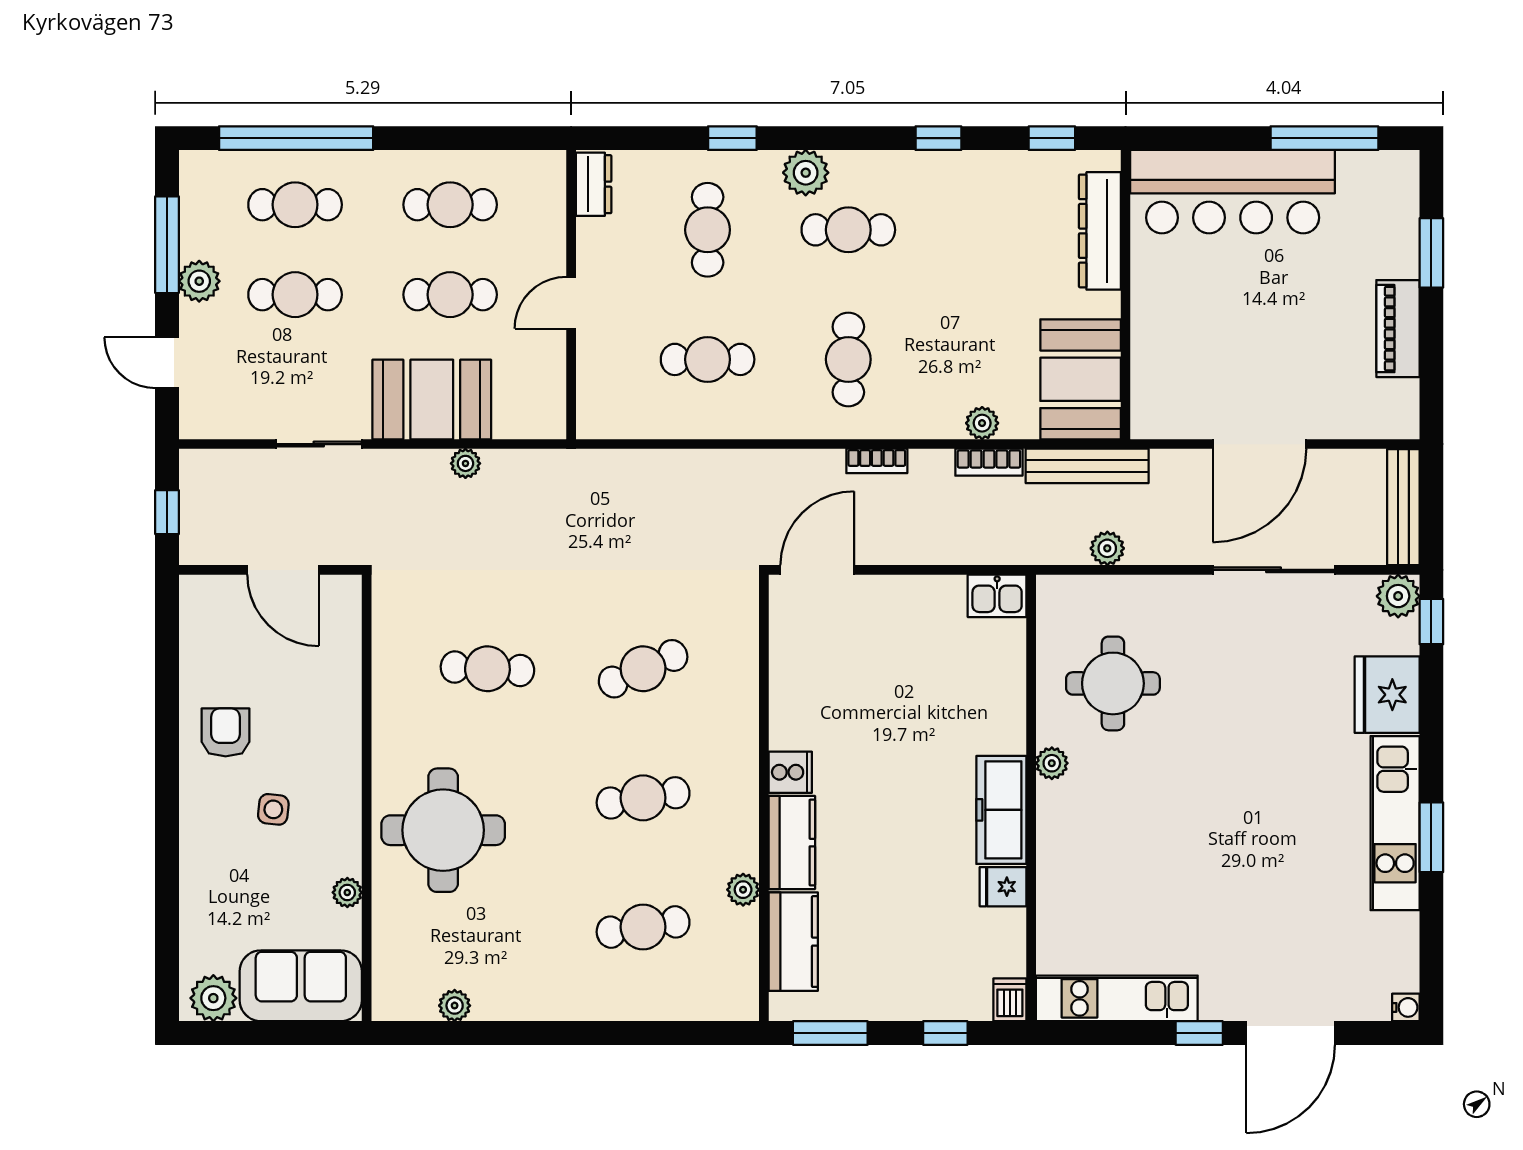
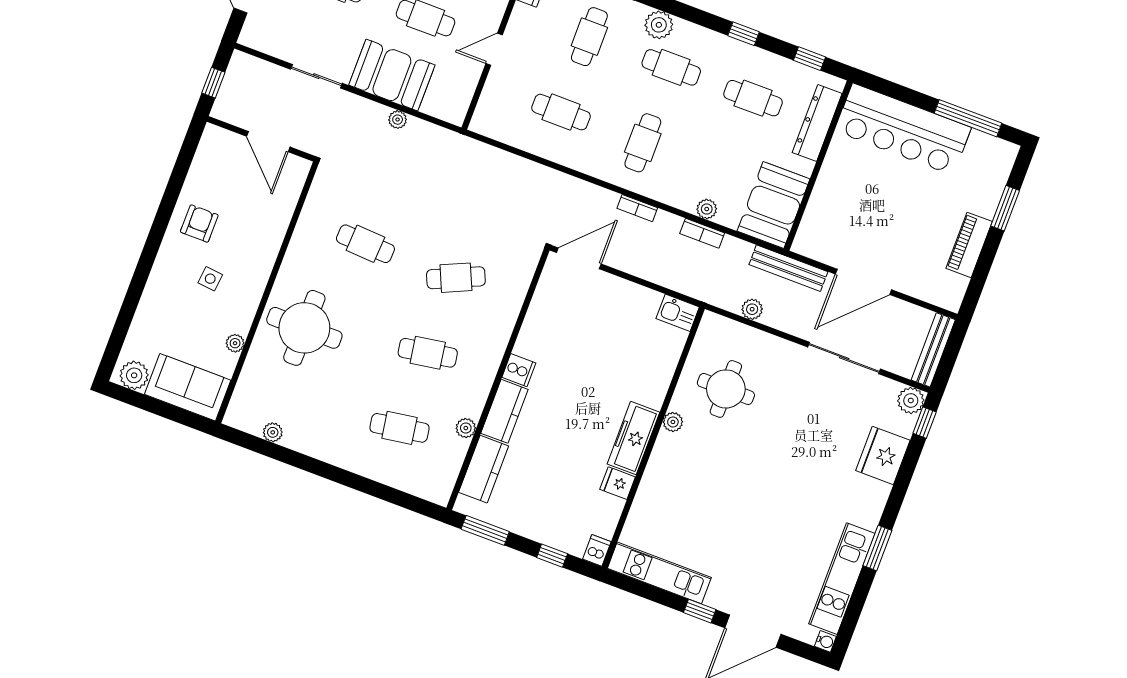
cafe table: (989, 230) -> (753, 98), added
bench: (1087, 466) -> (788, 268), moved
kitchen unit: (1395, 823) -> (842, 579), moved

